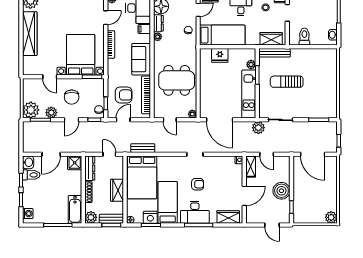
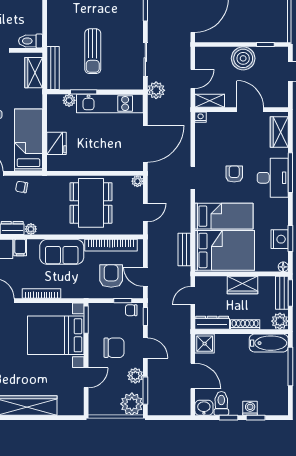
toilet: (304, 37) -> (31, 41), moved
bed: (168, 202) -> (224, 216), moved, turned 180
washing machine: (28, 214) -> (250, 408), moved

